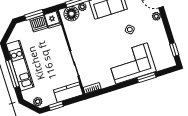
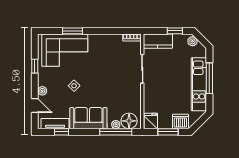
dishwasher: (39, 24) -> (180, 122), moved
window: (174, 50) -> (35, 66), moved
corner sofa: (132, 63) -> (65, 50), moved

